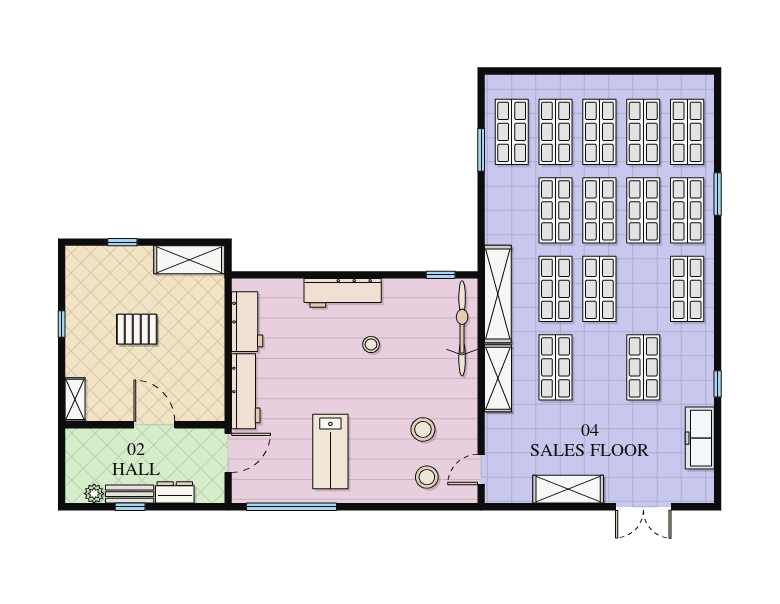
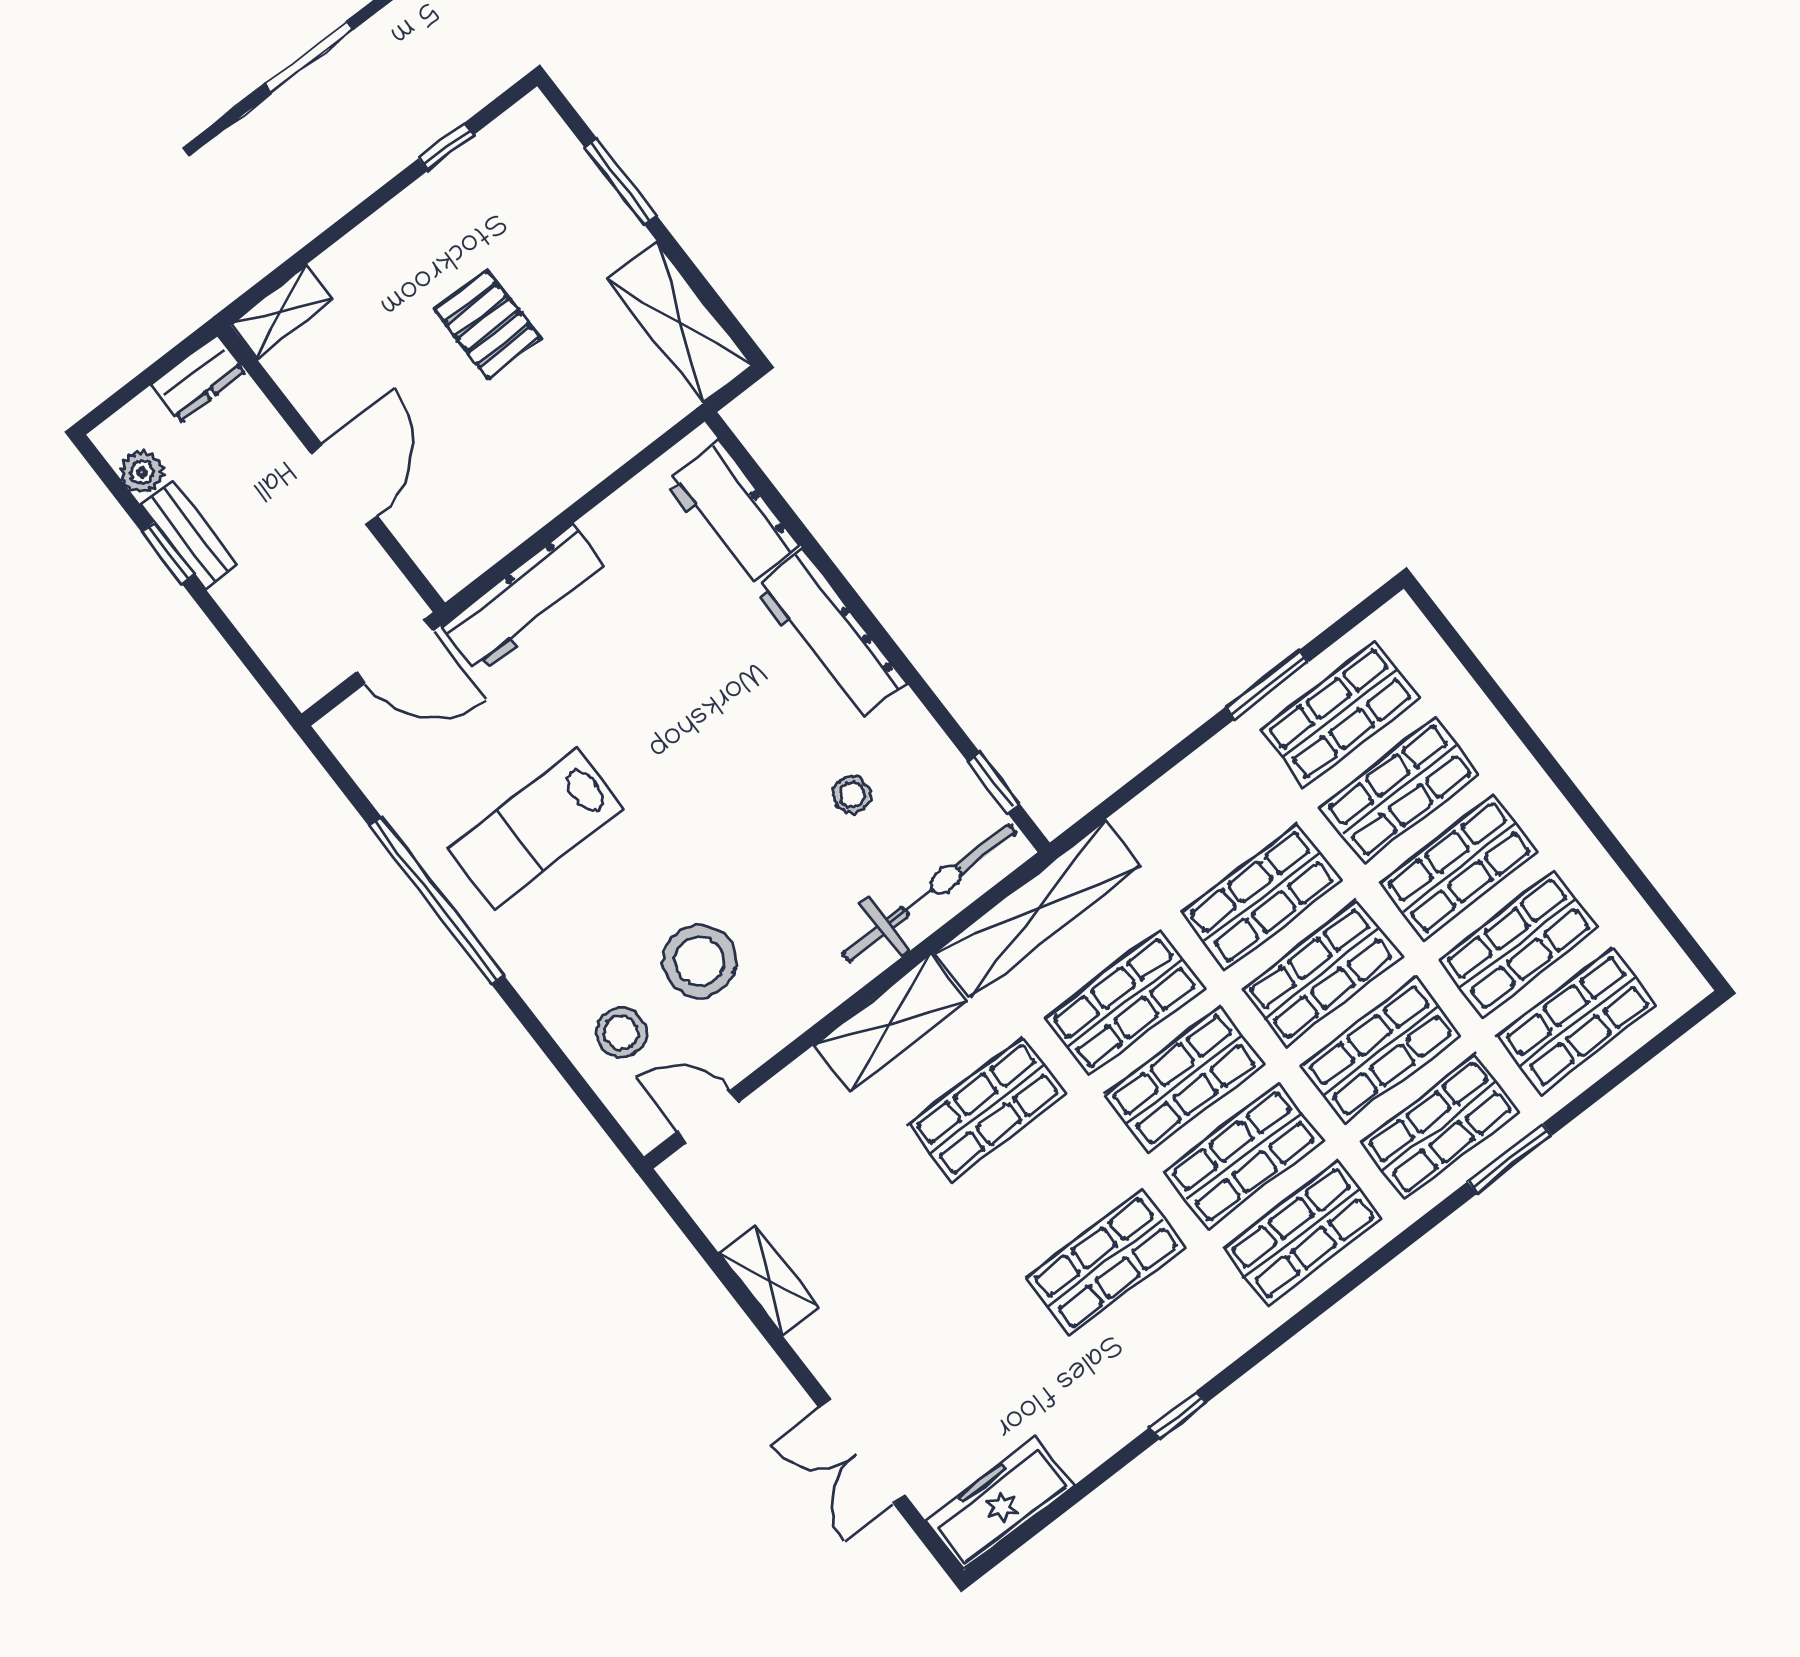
window: (122, 242) -> (621, 181), width x1.50
shop shelf: (643, 289) -> (1243, 1156), added
workbench: (247, 322) -> (732, 514), moved, turned 90
window: (62, 324) -> (446, 147), moved
stool: (371, 344) -> (852, 795), moved
stool: (423, 429) -> (699, 961), width x1.38, depth x1.38
freezer: (700, 438) -> (999, 1503), moved
shelving: (568, 489) -> (769, 1280), width x0.67, depth x0.75
dresser: (175, 492) -> (198, 378), moved, turned 90
window: (292, 507) -> (436, 900), moved

